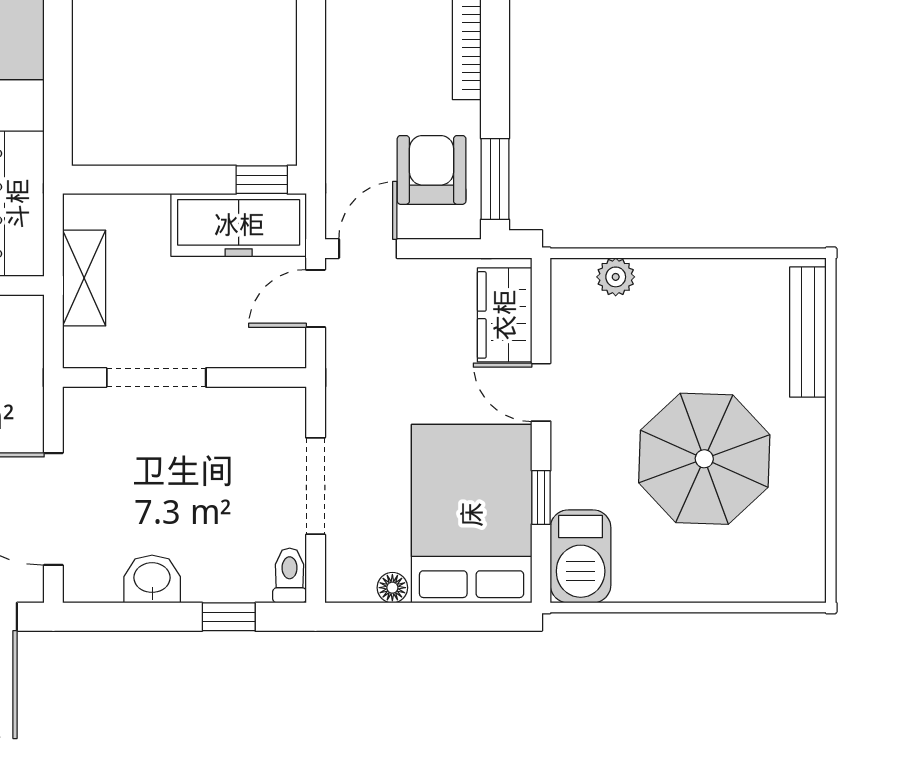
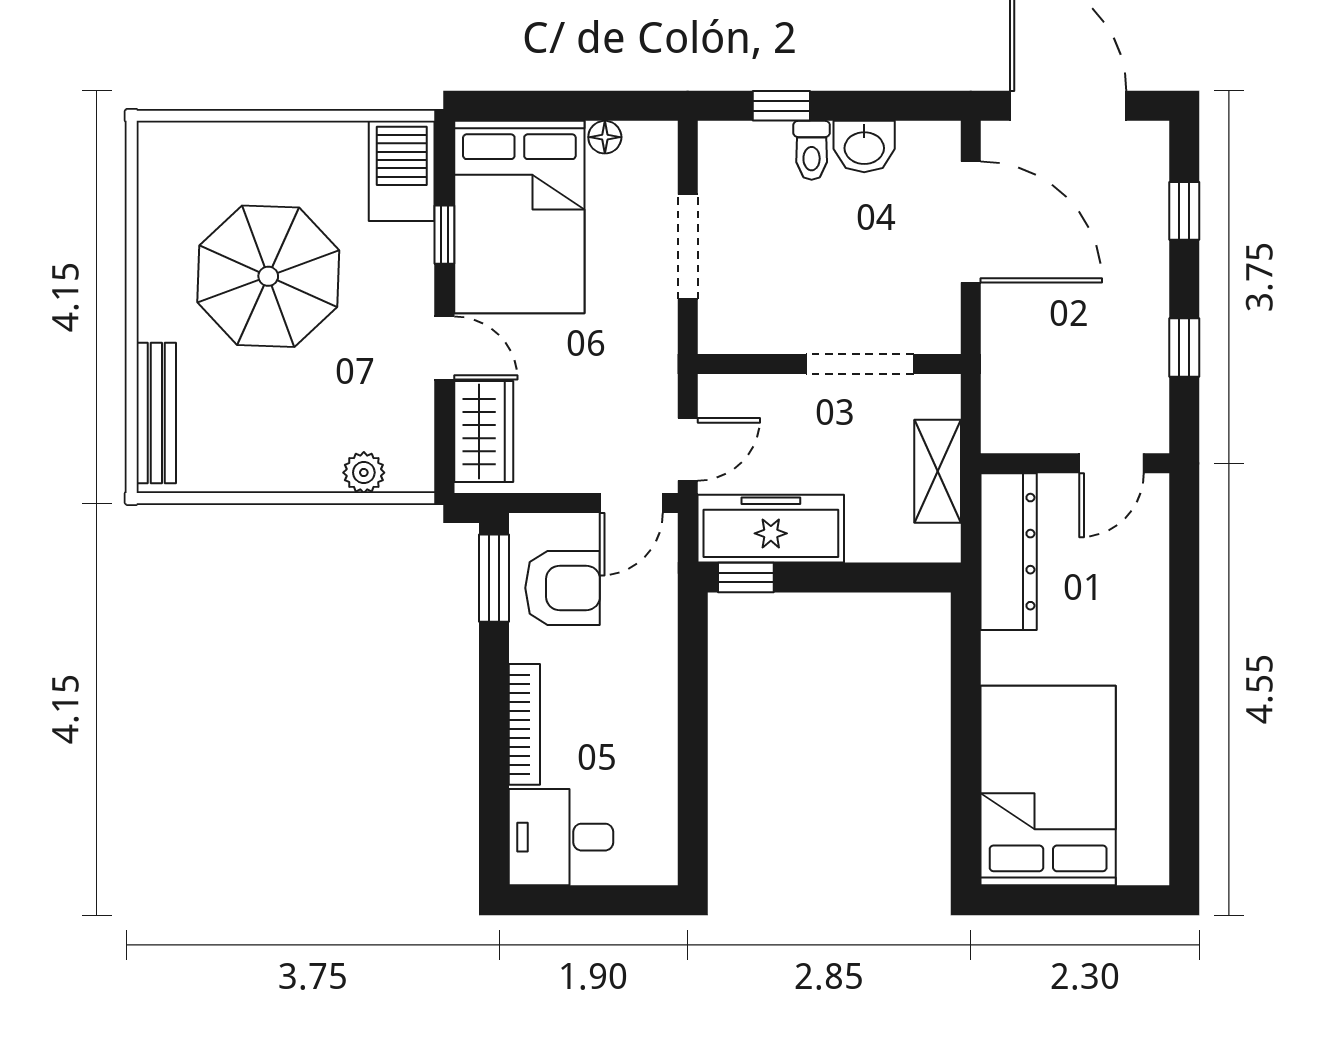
armchair: (432, 170) -> (563, 588), turned -90
toilet: (290, 575) -> (812, 150), moved

